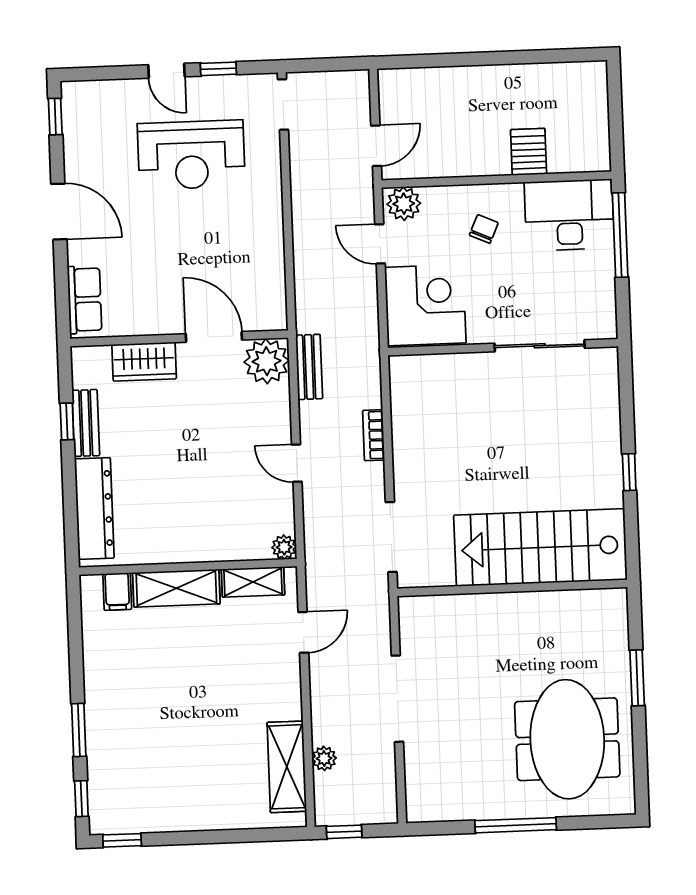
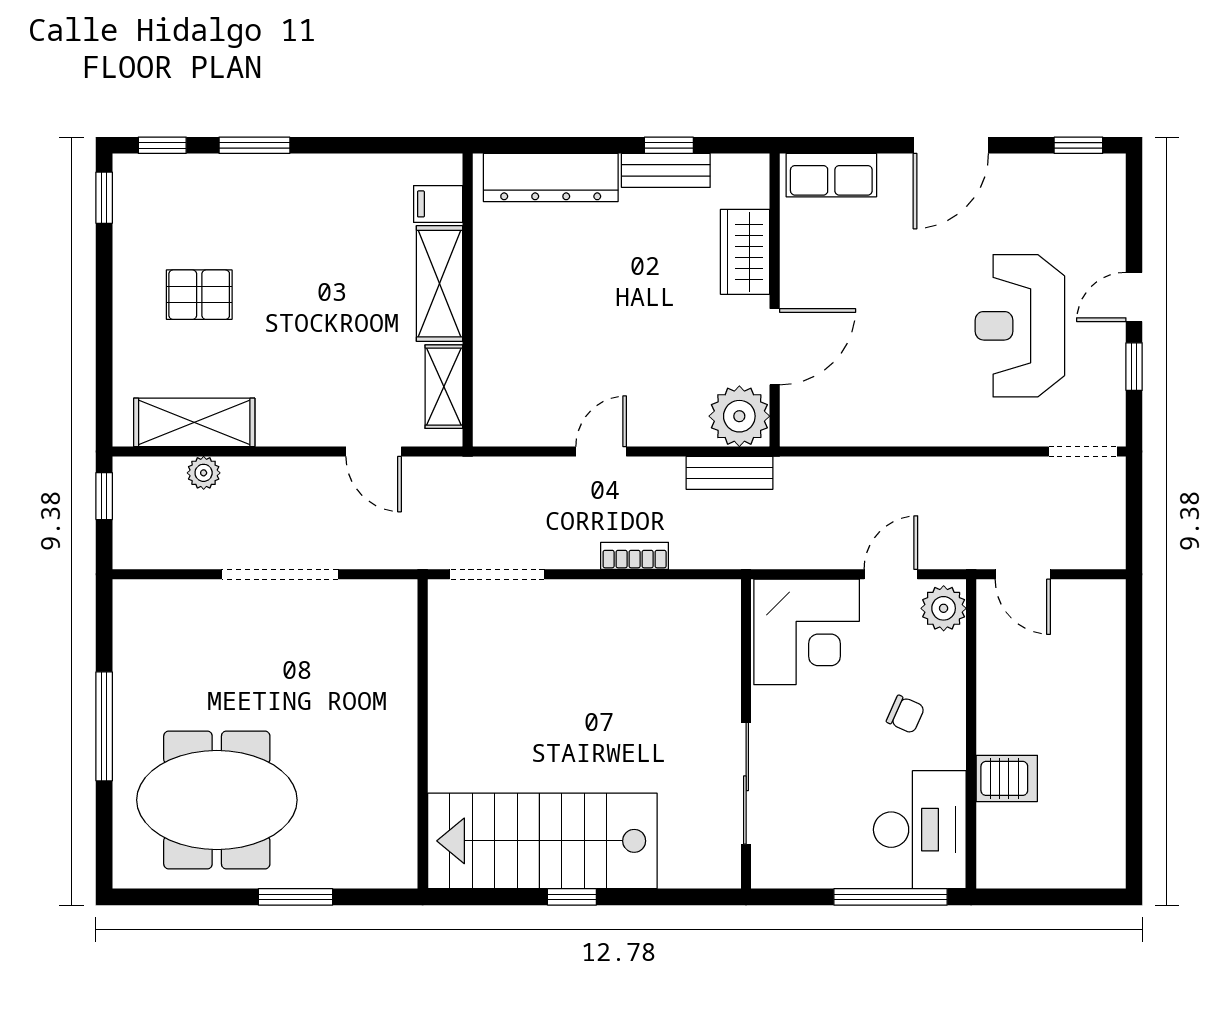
plant: (284, 547) -> (489, 430), removed
stairs: (540, 548) -> (542, 841), moved, turned -90
pallet: (192, 767) -> (199, 295), added

